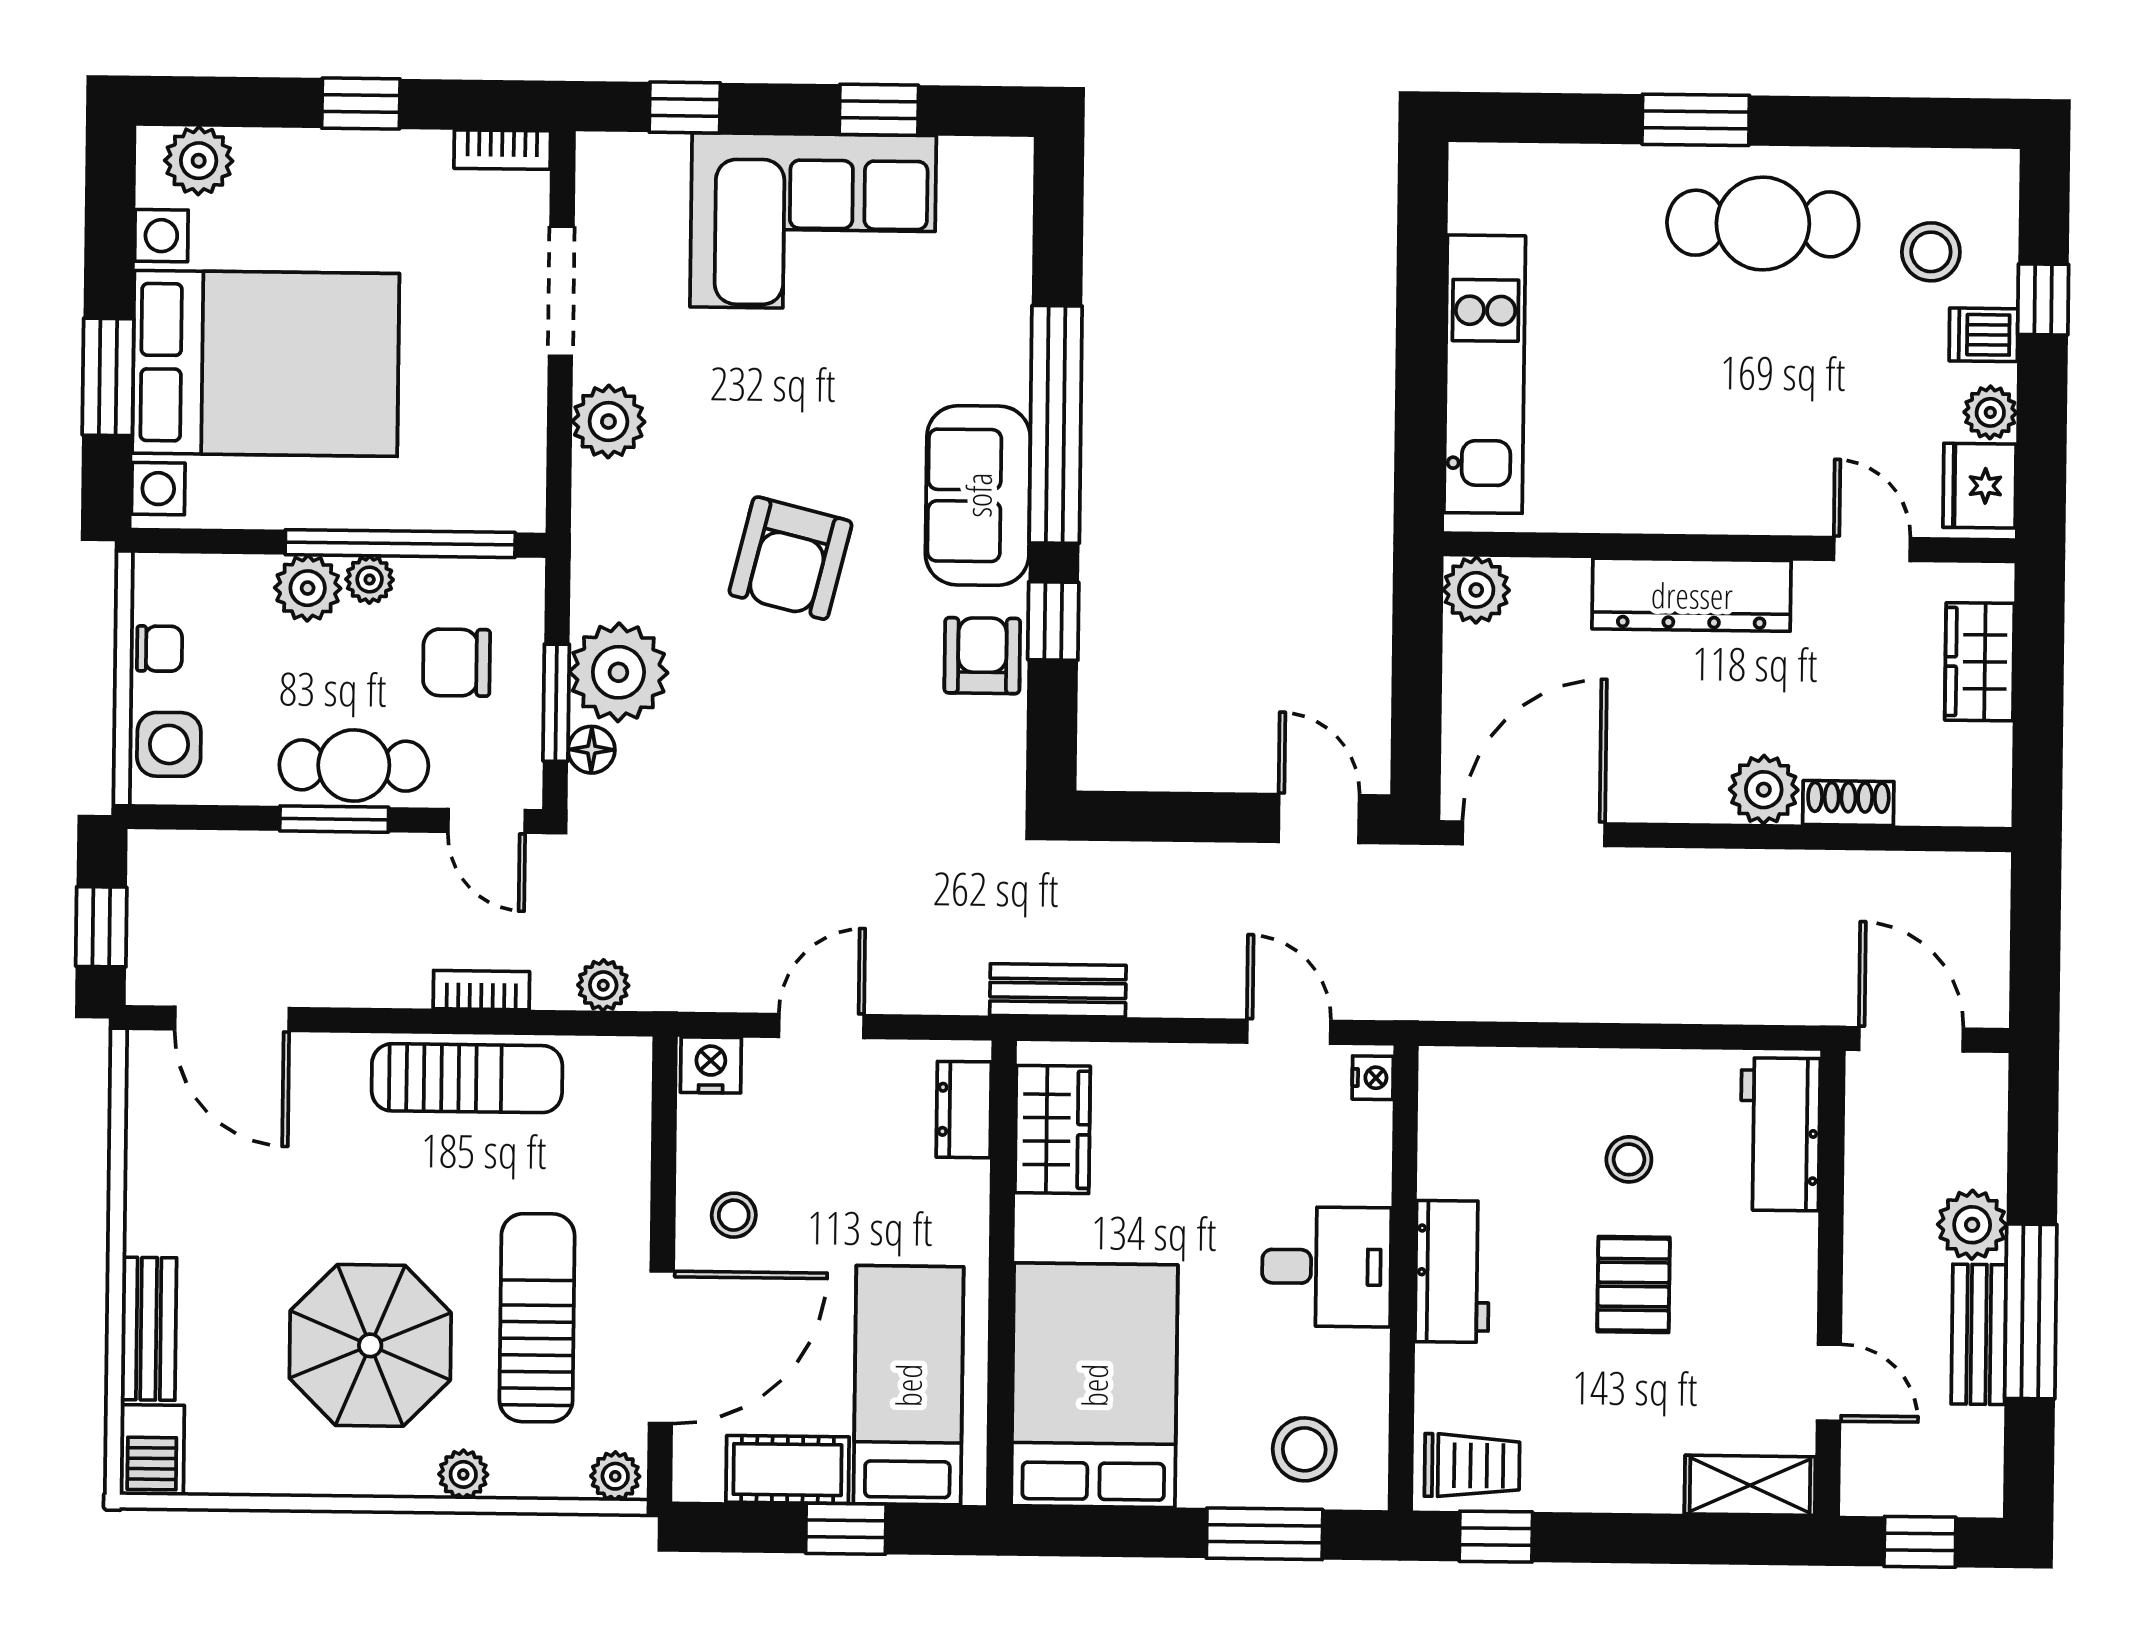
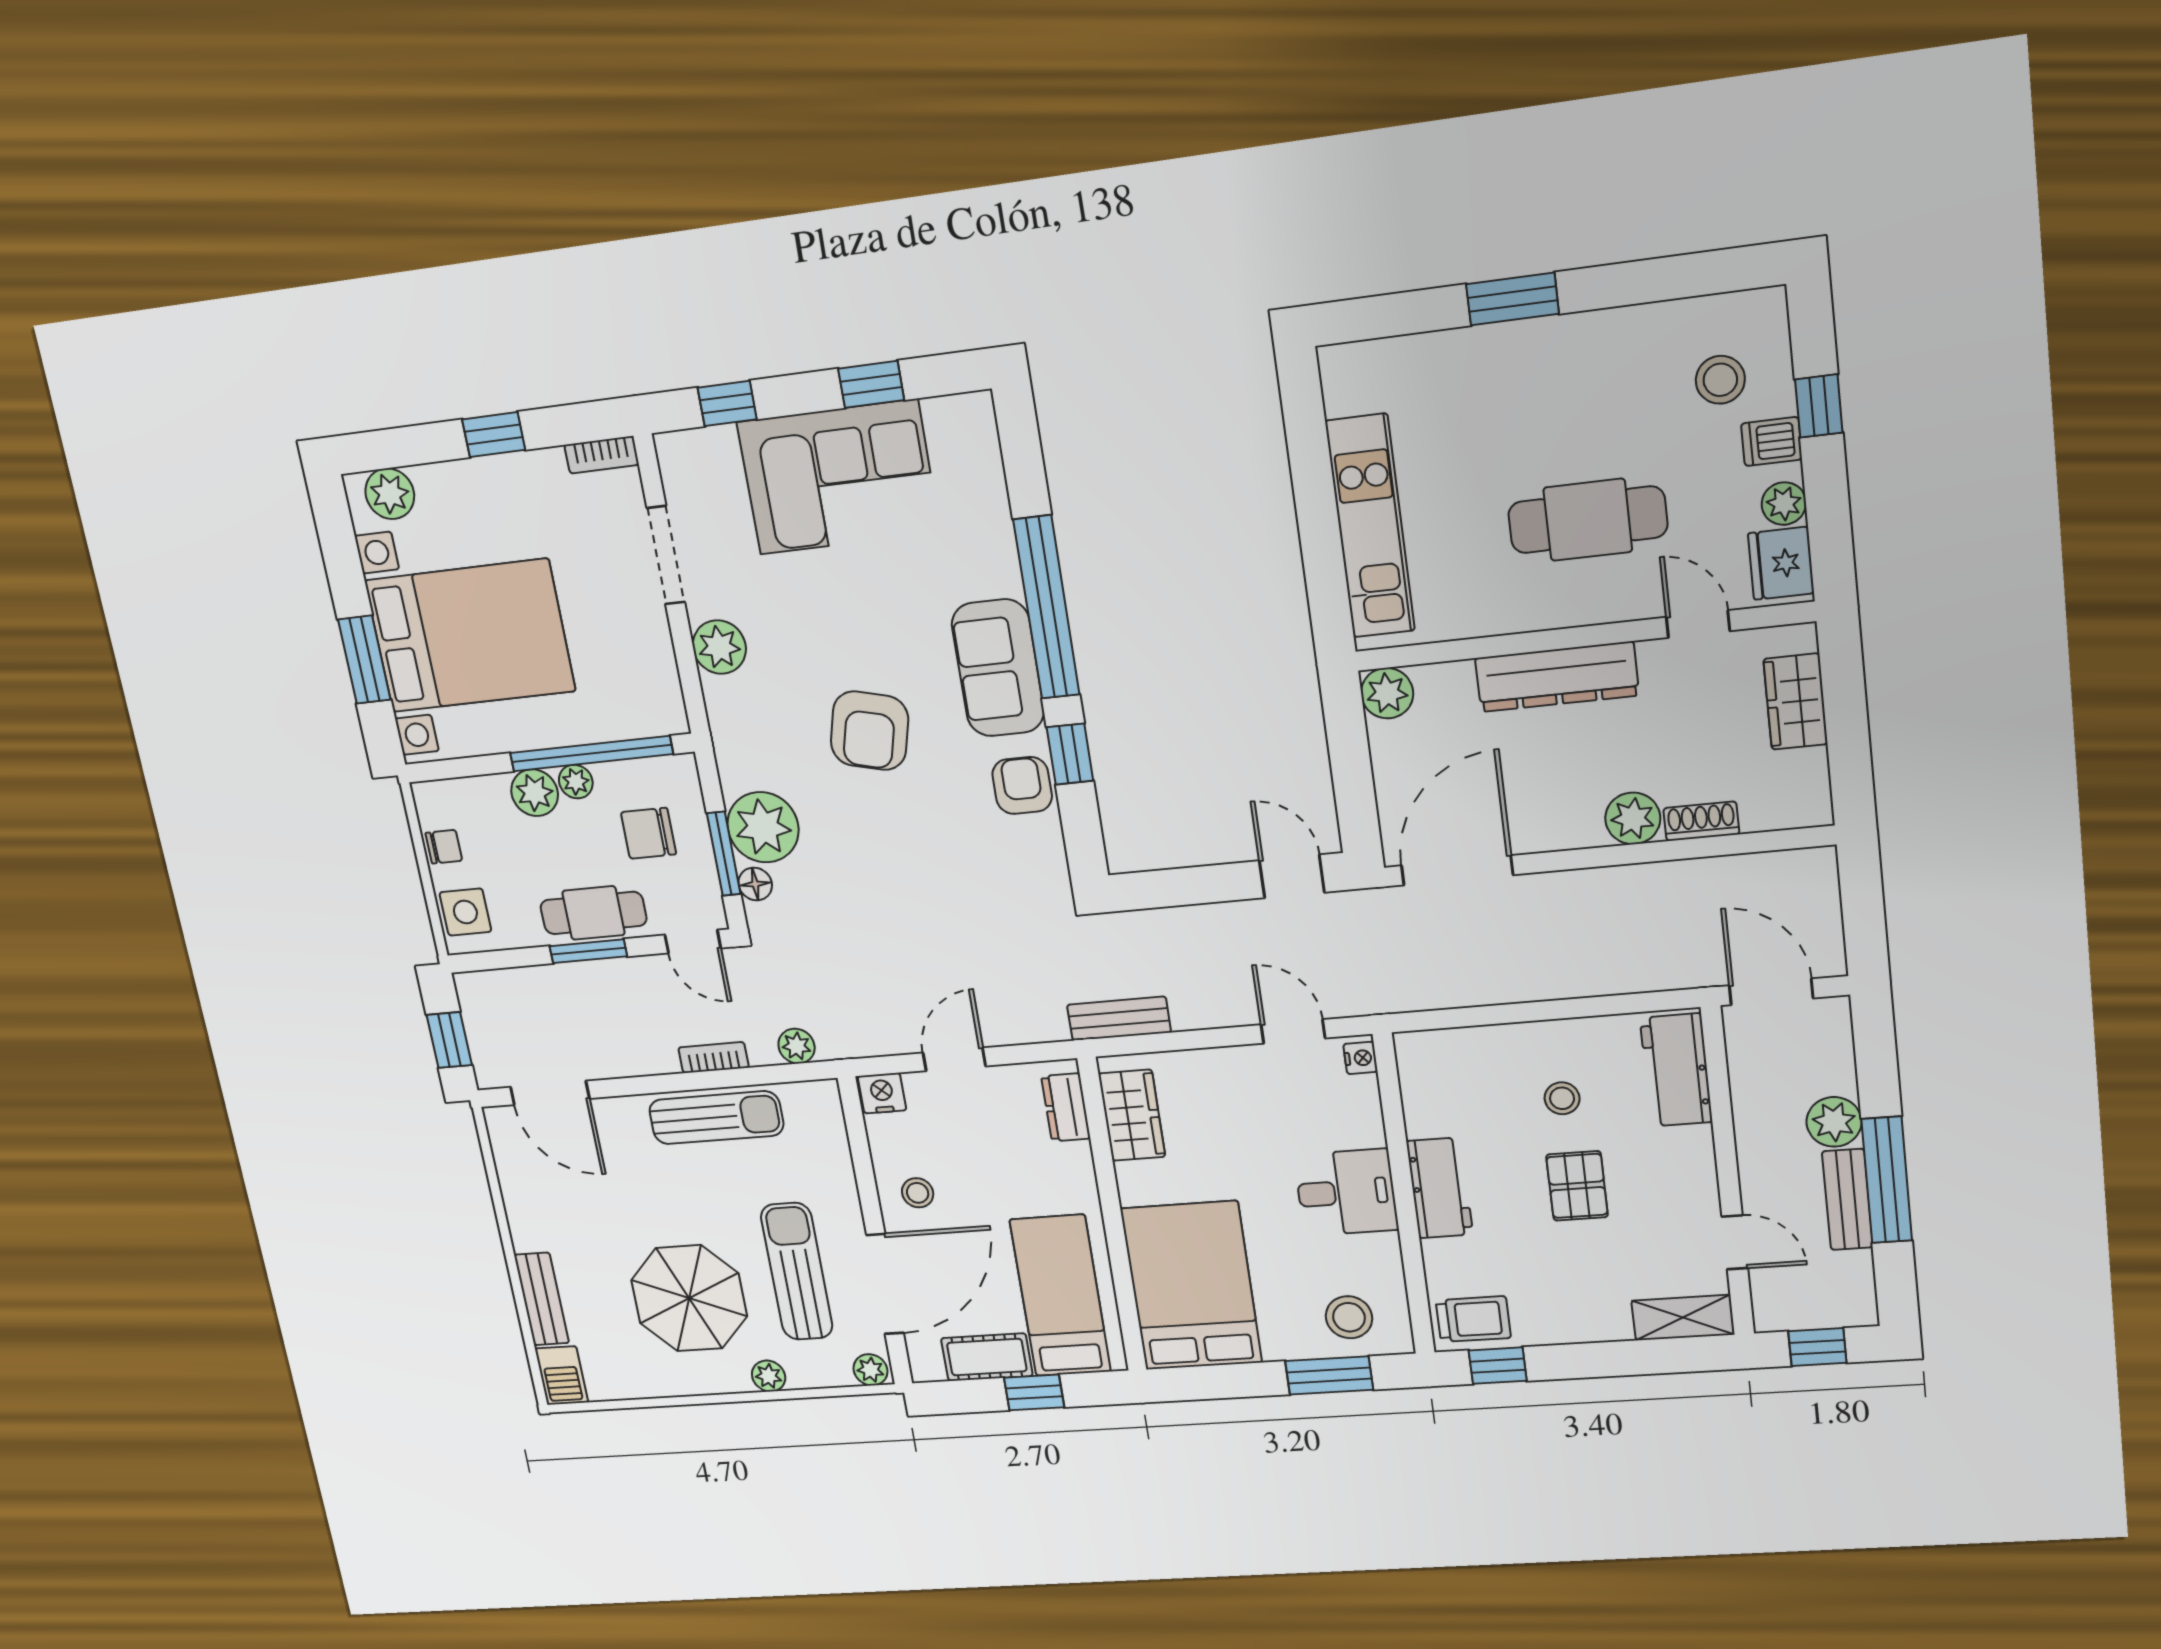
cafe table: (1763, 224) -> (1588, 520), moved

